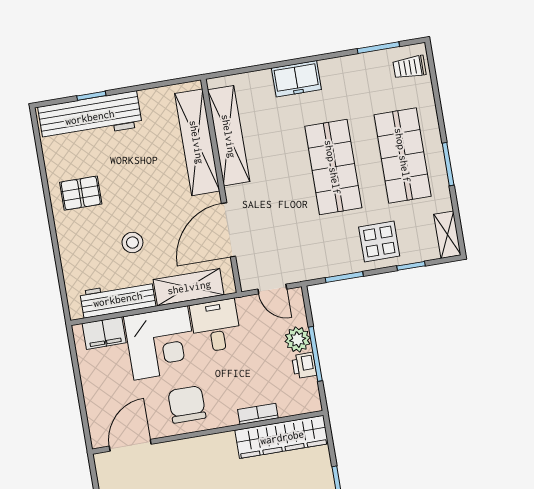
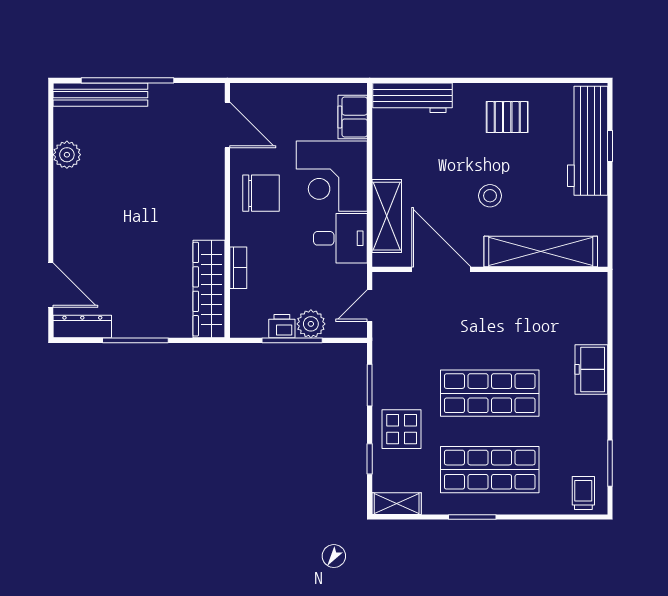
shelving: (229, 136) -> (542, 286), removed
pallet: (81, 193) -> (507, 117), turned 90
stool: (132, 243) -> (490, 196), moved
workbench: (118, 299) -> (413, 98), moved, turned 90

